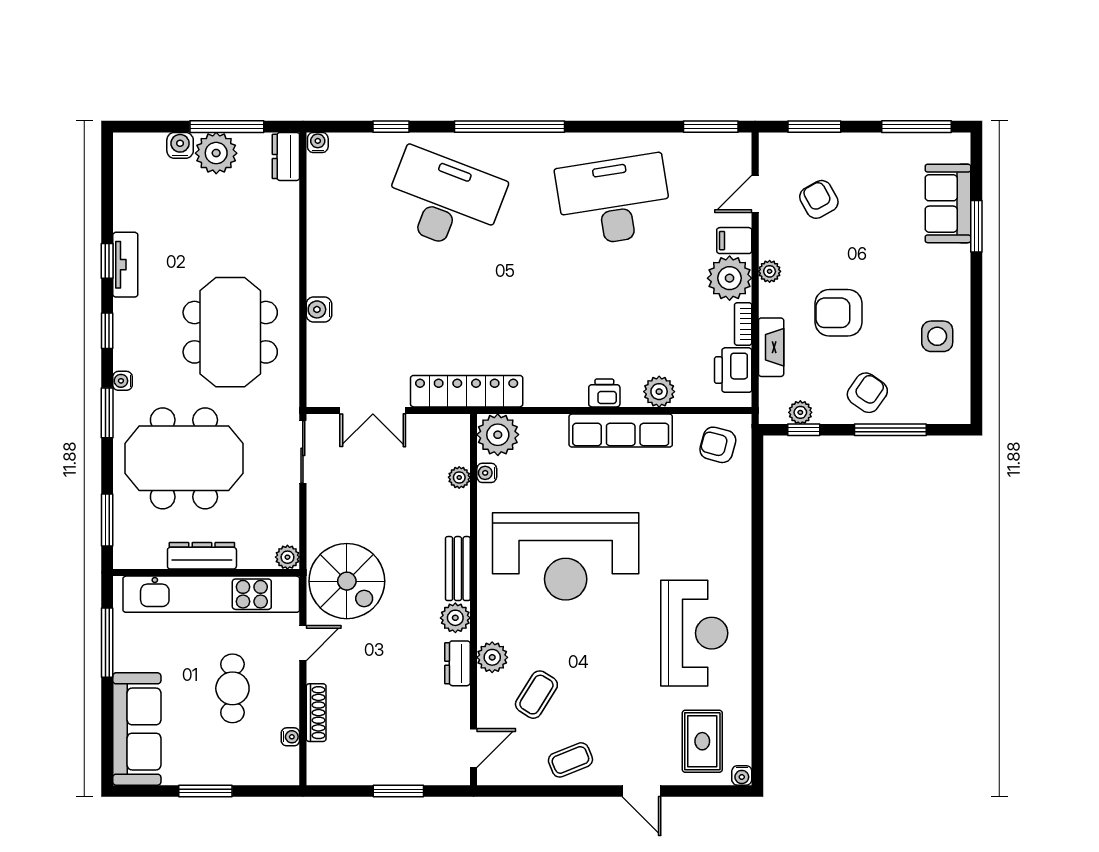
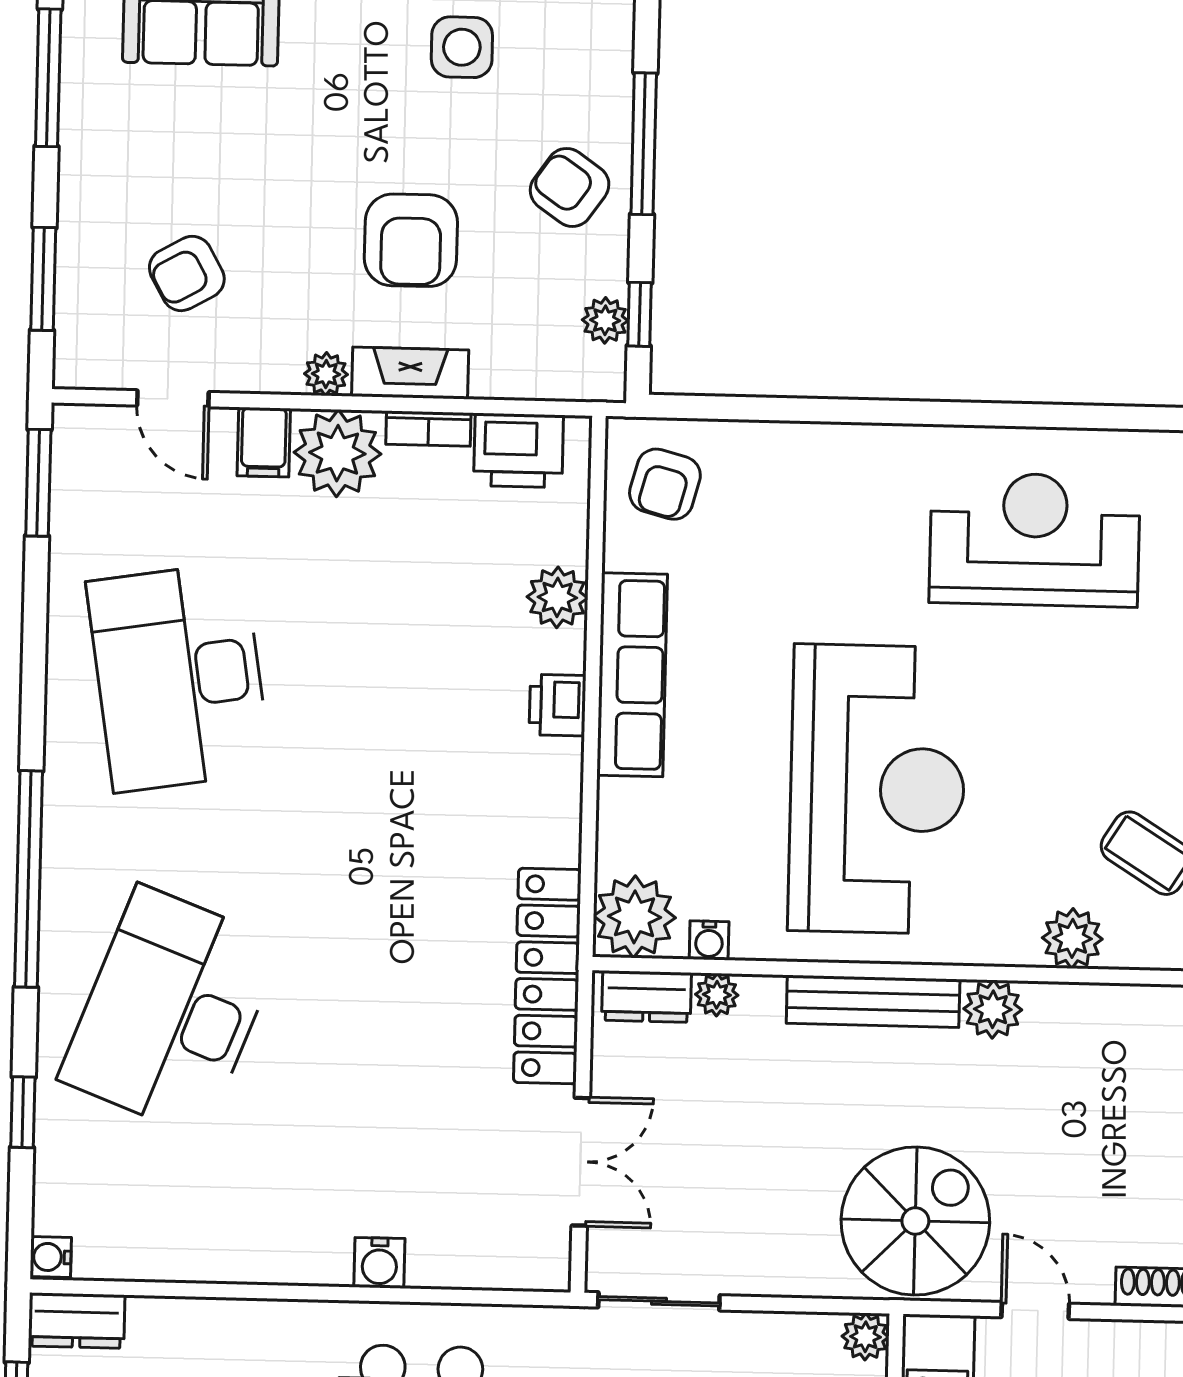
fireplace: (771, 347) -> (410, 373), moved
bench: (458, 569) -> (873, 1001), width x1.36
dresser: (457, 663) -> (647, 997), moved

